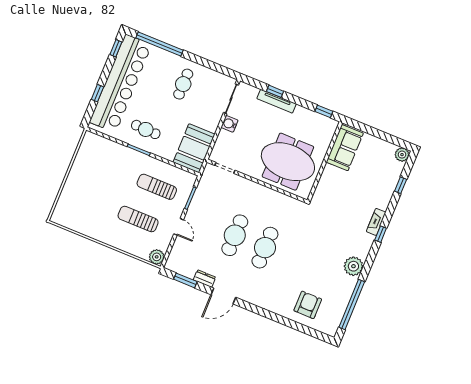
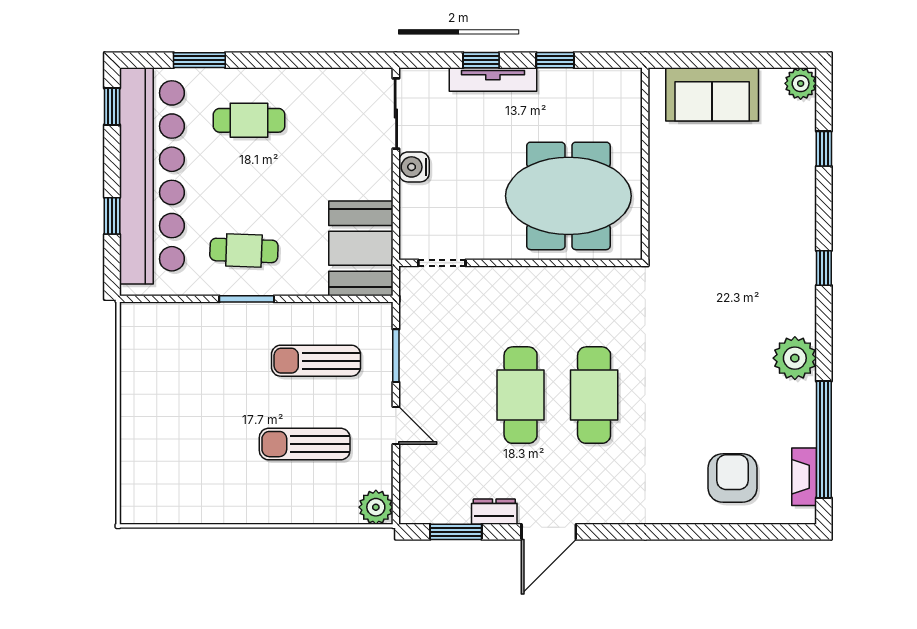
window: (159, 44) -> (199, 60), width x0.47
cafe table: (183, 84) -> (249, 120), moved, turned 90
window: (324, 111) -> (555, 60), moved
sofa: (345, 148) -> (712, 94), moved, turned 90
fireplace: (376, 222) -> (804, 477), moved

